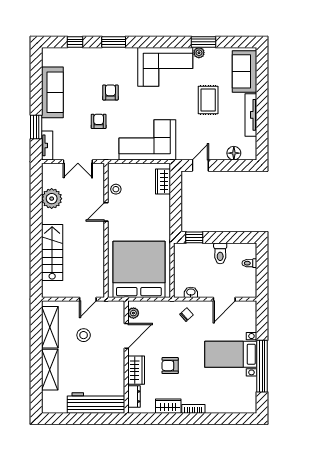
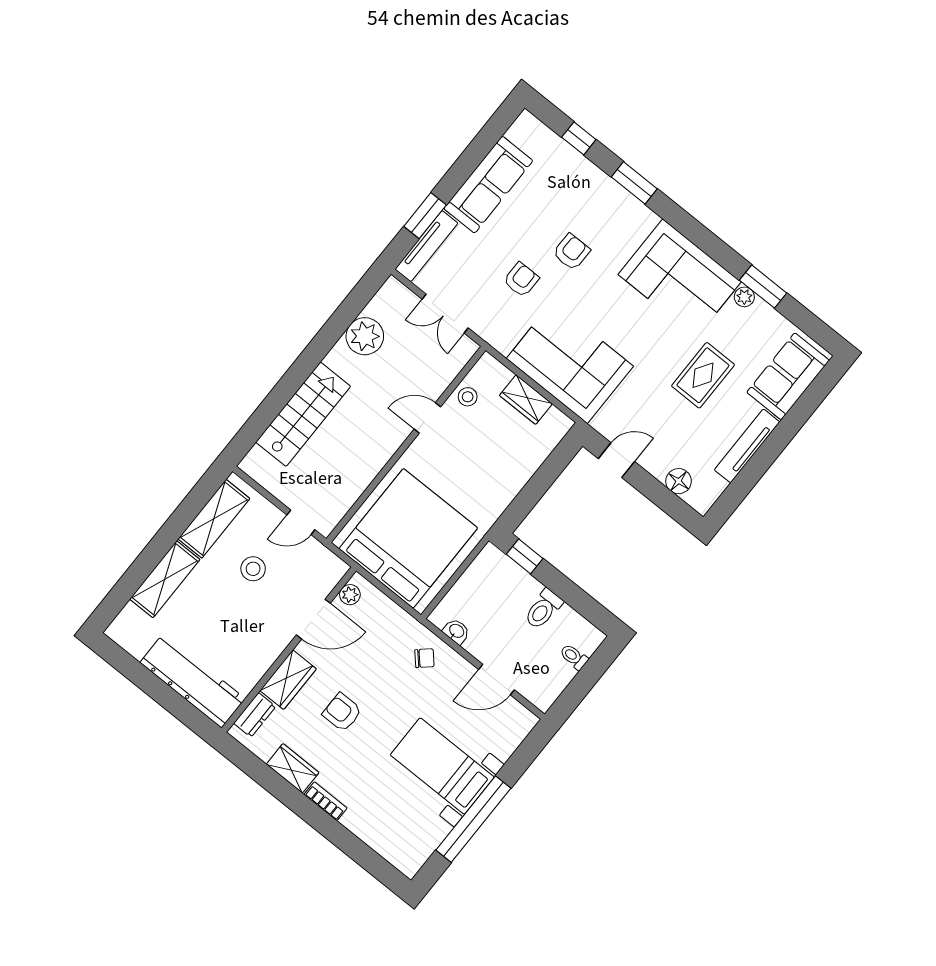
tv unit: (47, 145) -> (426, 246), width x1.41
wardrobe: (163, 182) -> (526, 400), moved, turned -90

